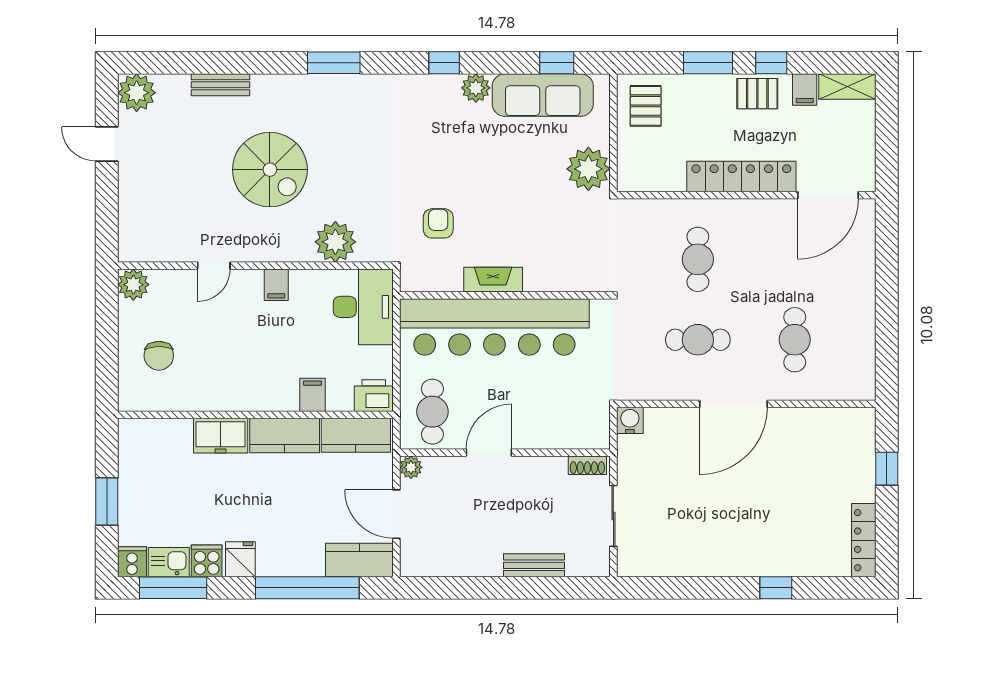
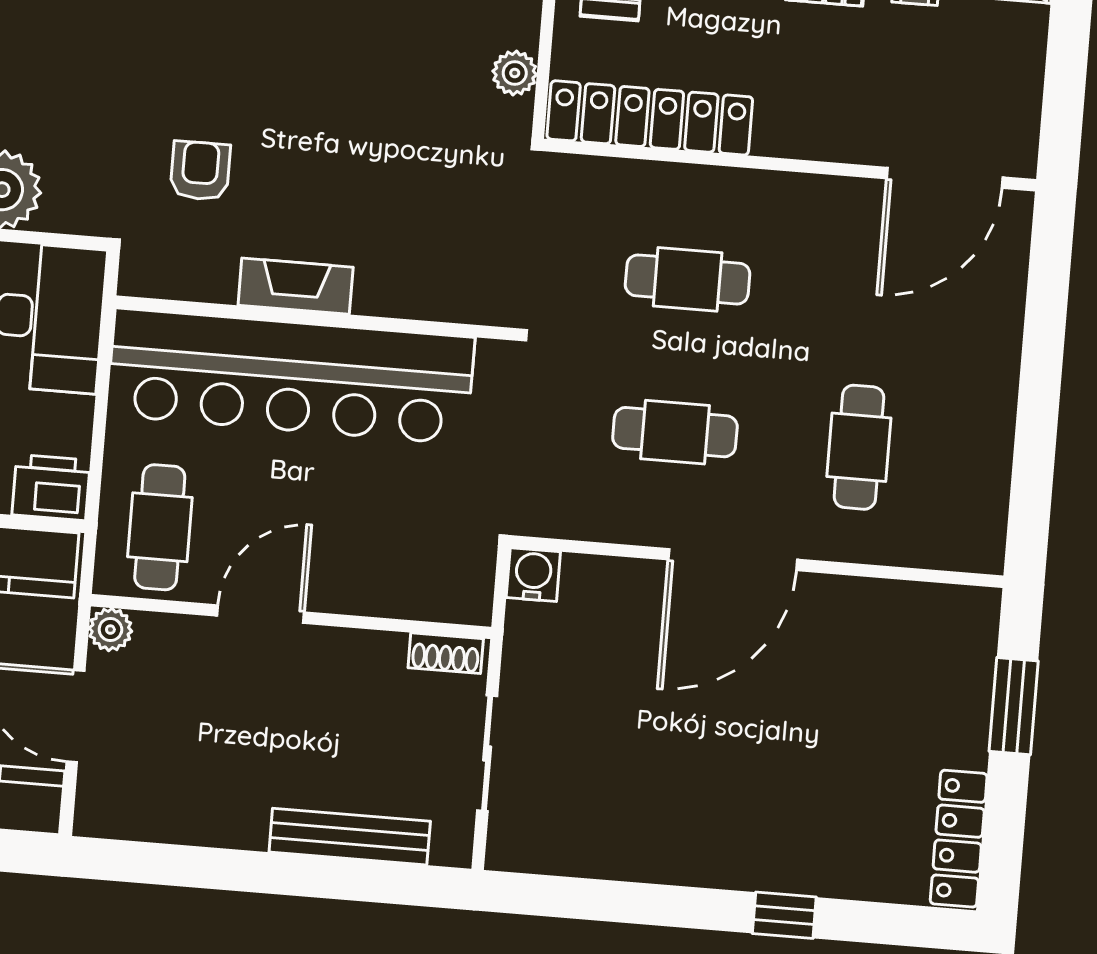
plant: (588, 169) -> (515, 73), width x0.53, depth x0.53
locker: (741, 176) -> (650, 118), moved
cafe table: (698, 259) -> (688, 279), turned 90
window: (887, 469) -> (1014, 706), width x1.50
bench: (534, 565) -> (350, 837), width x1.36

